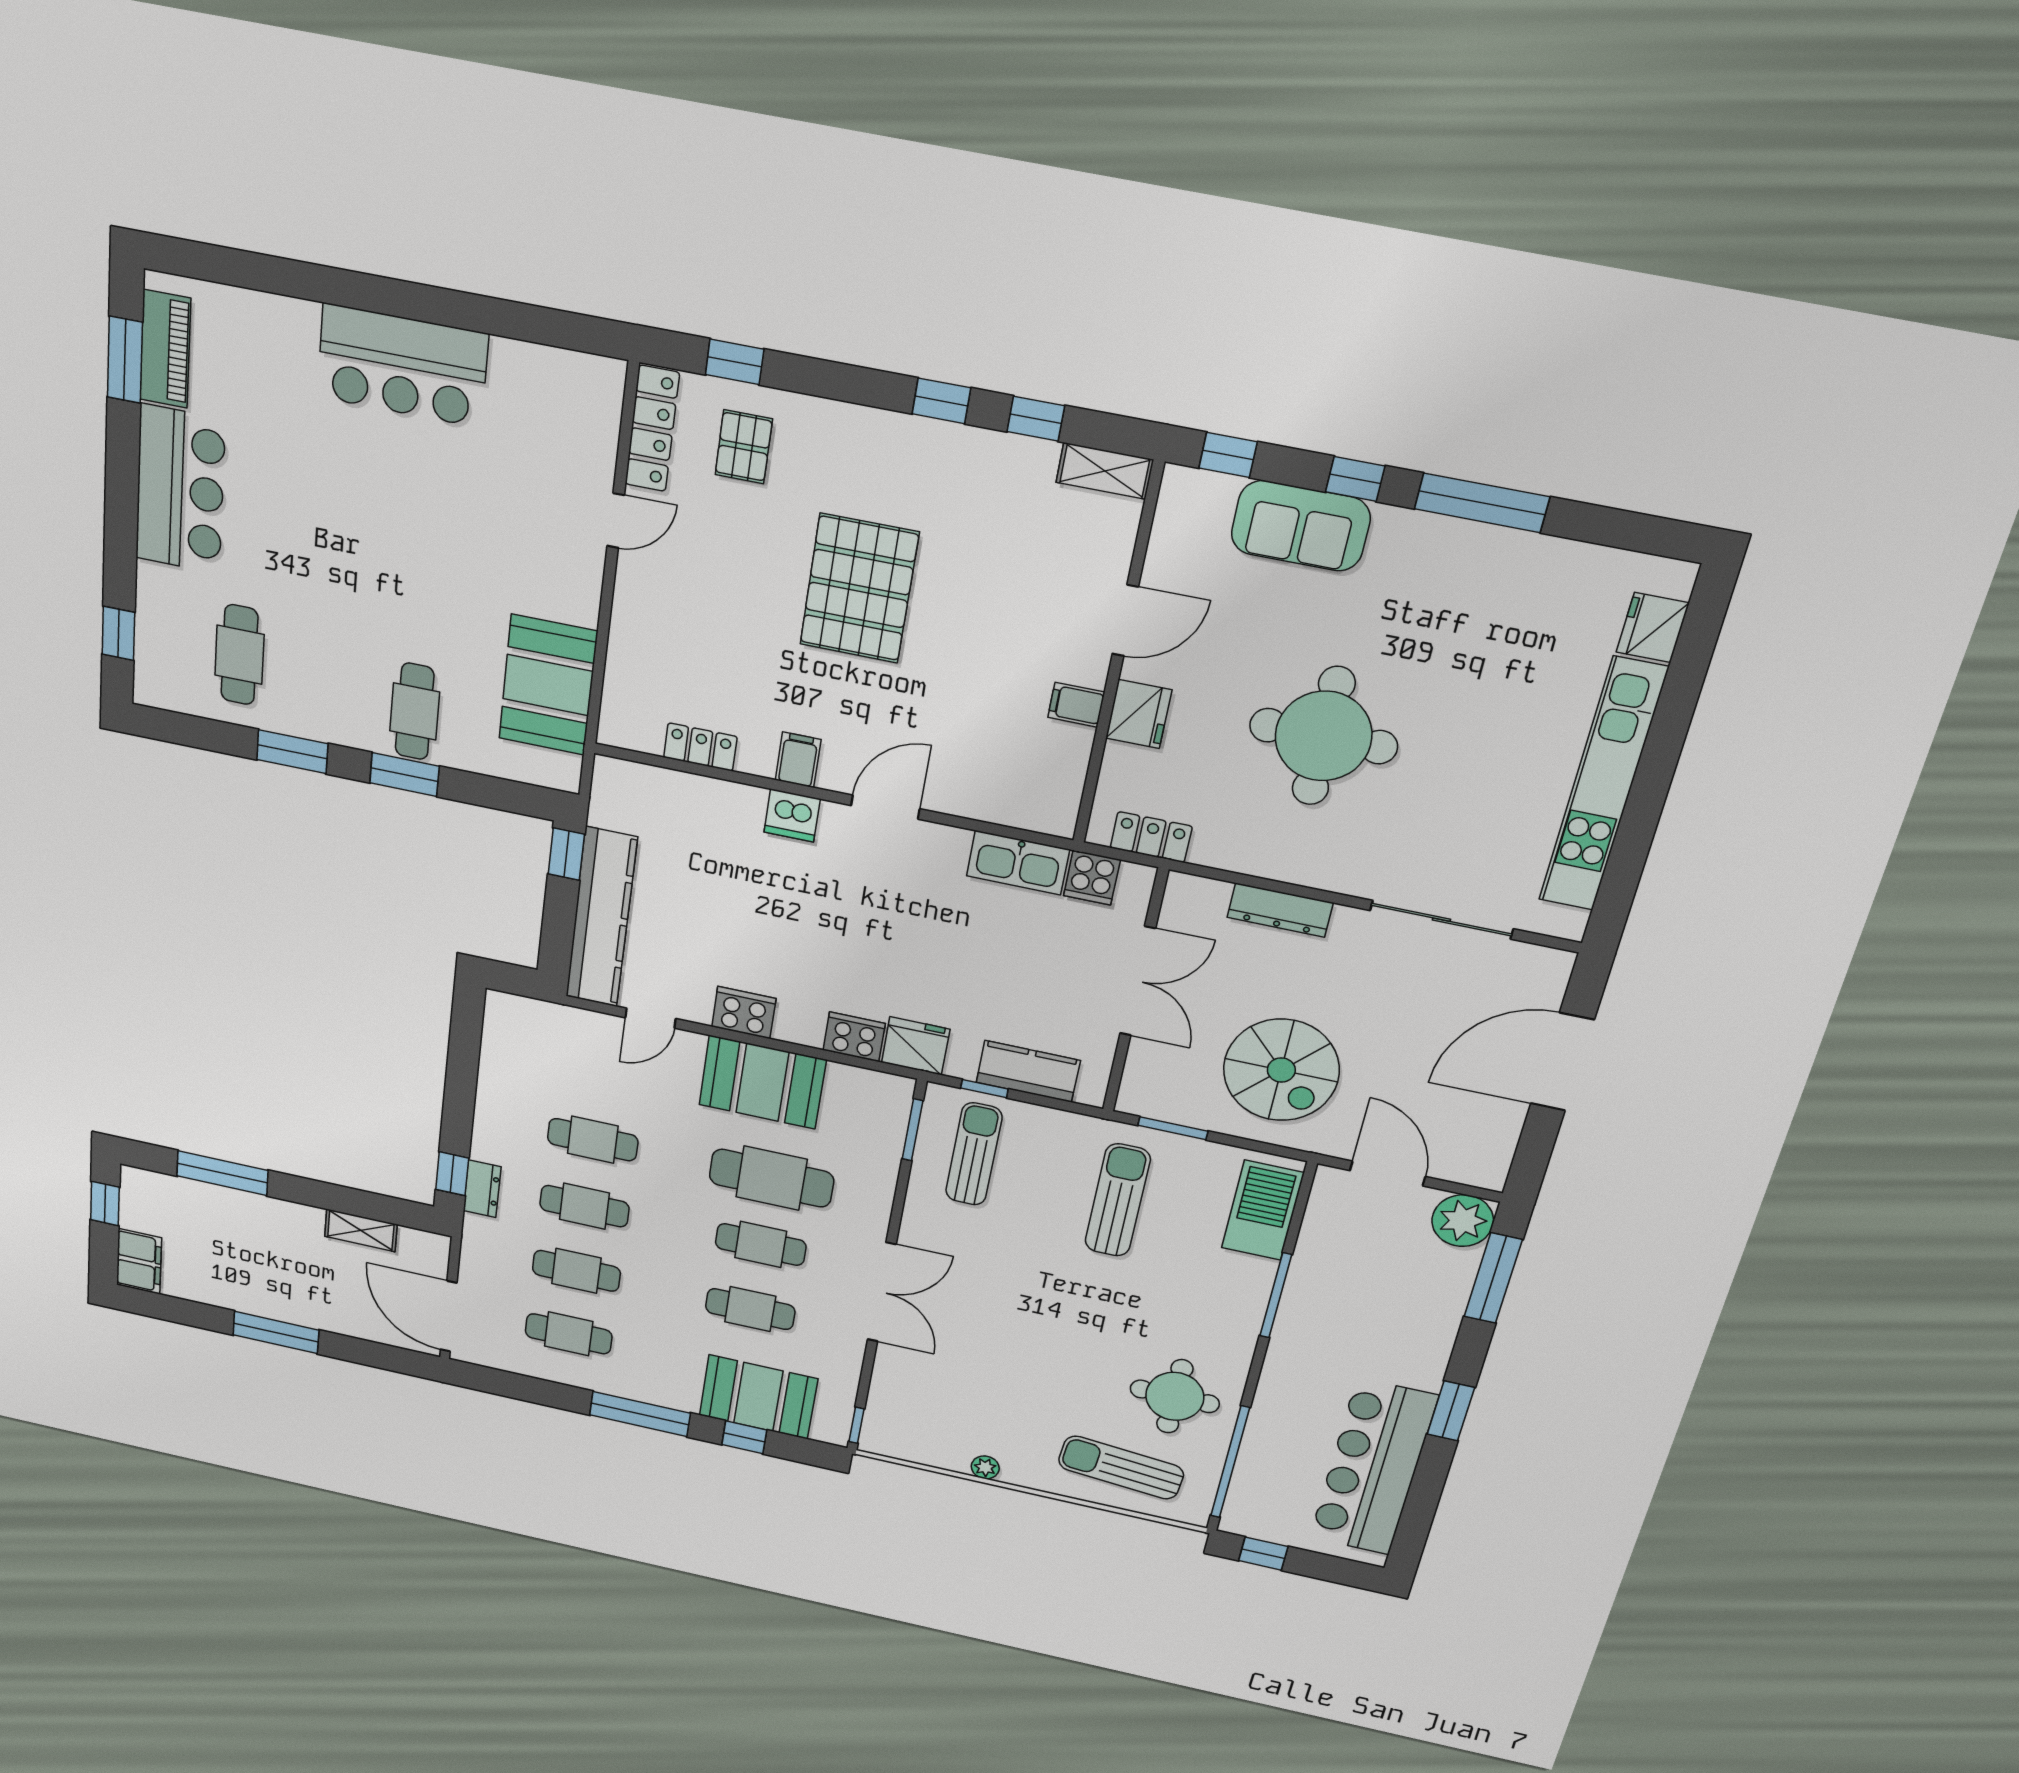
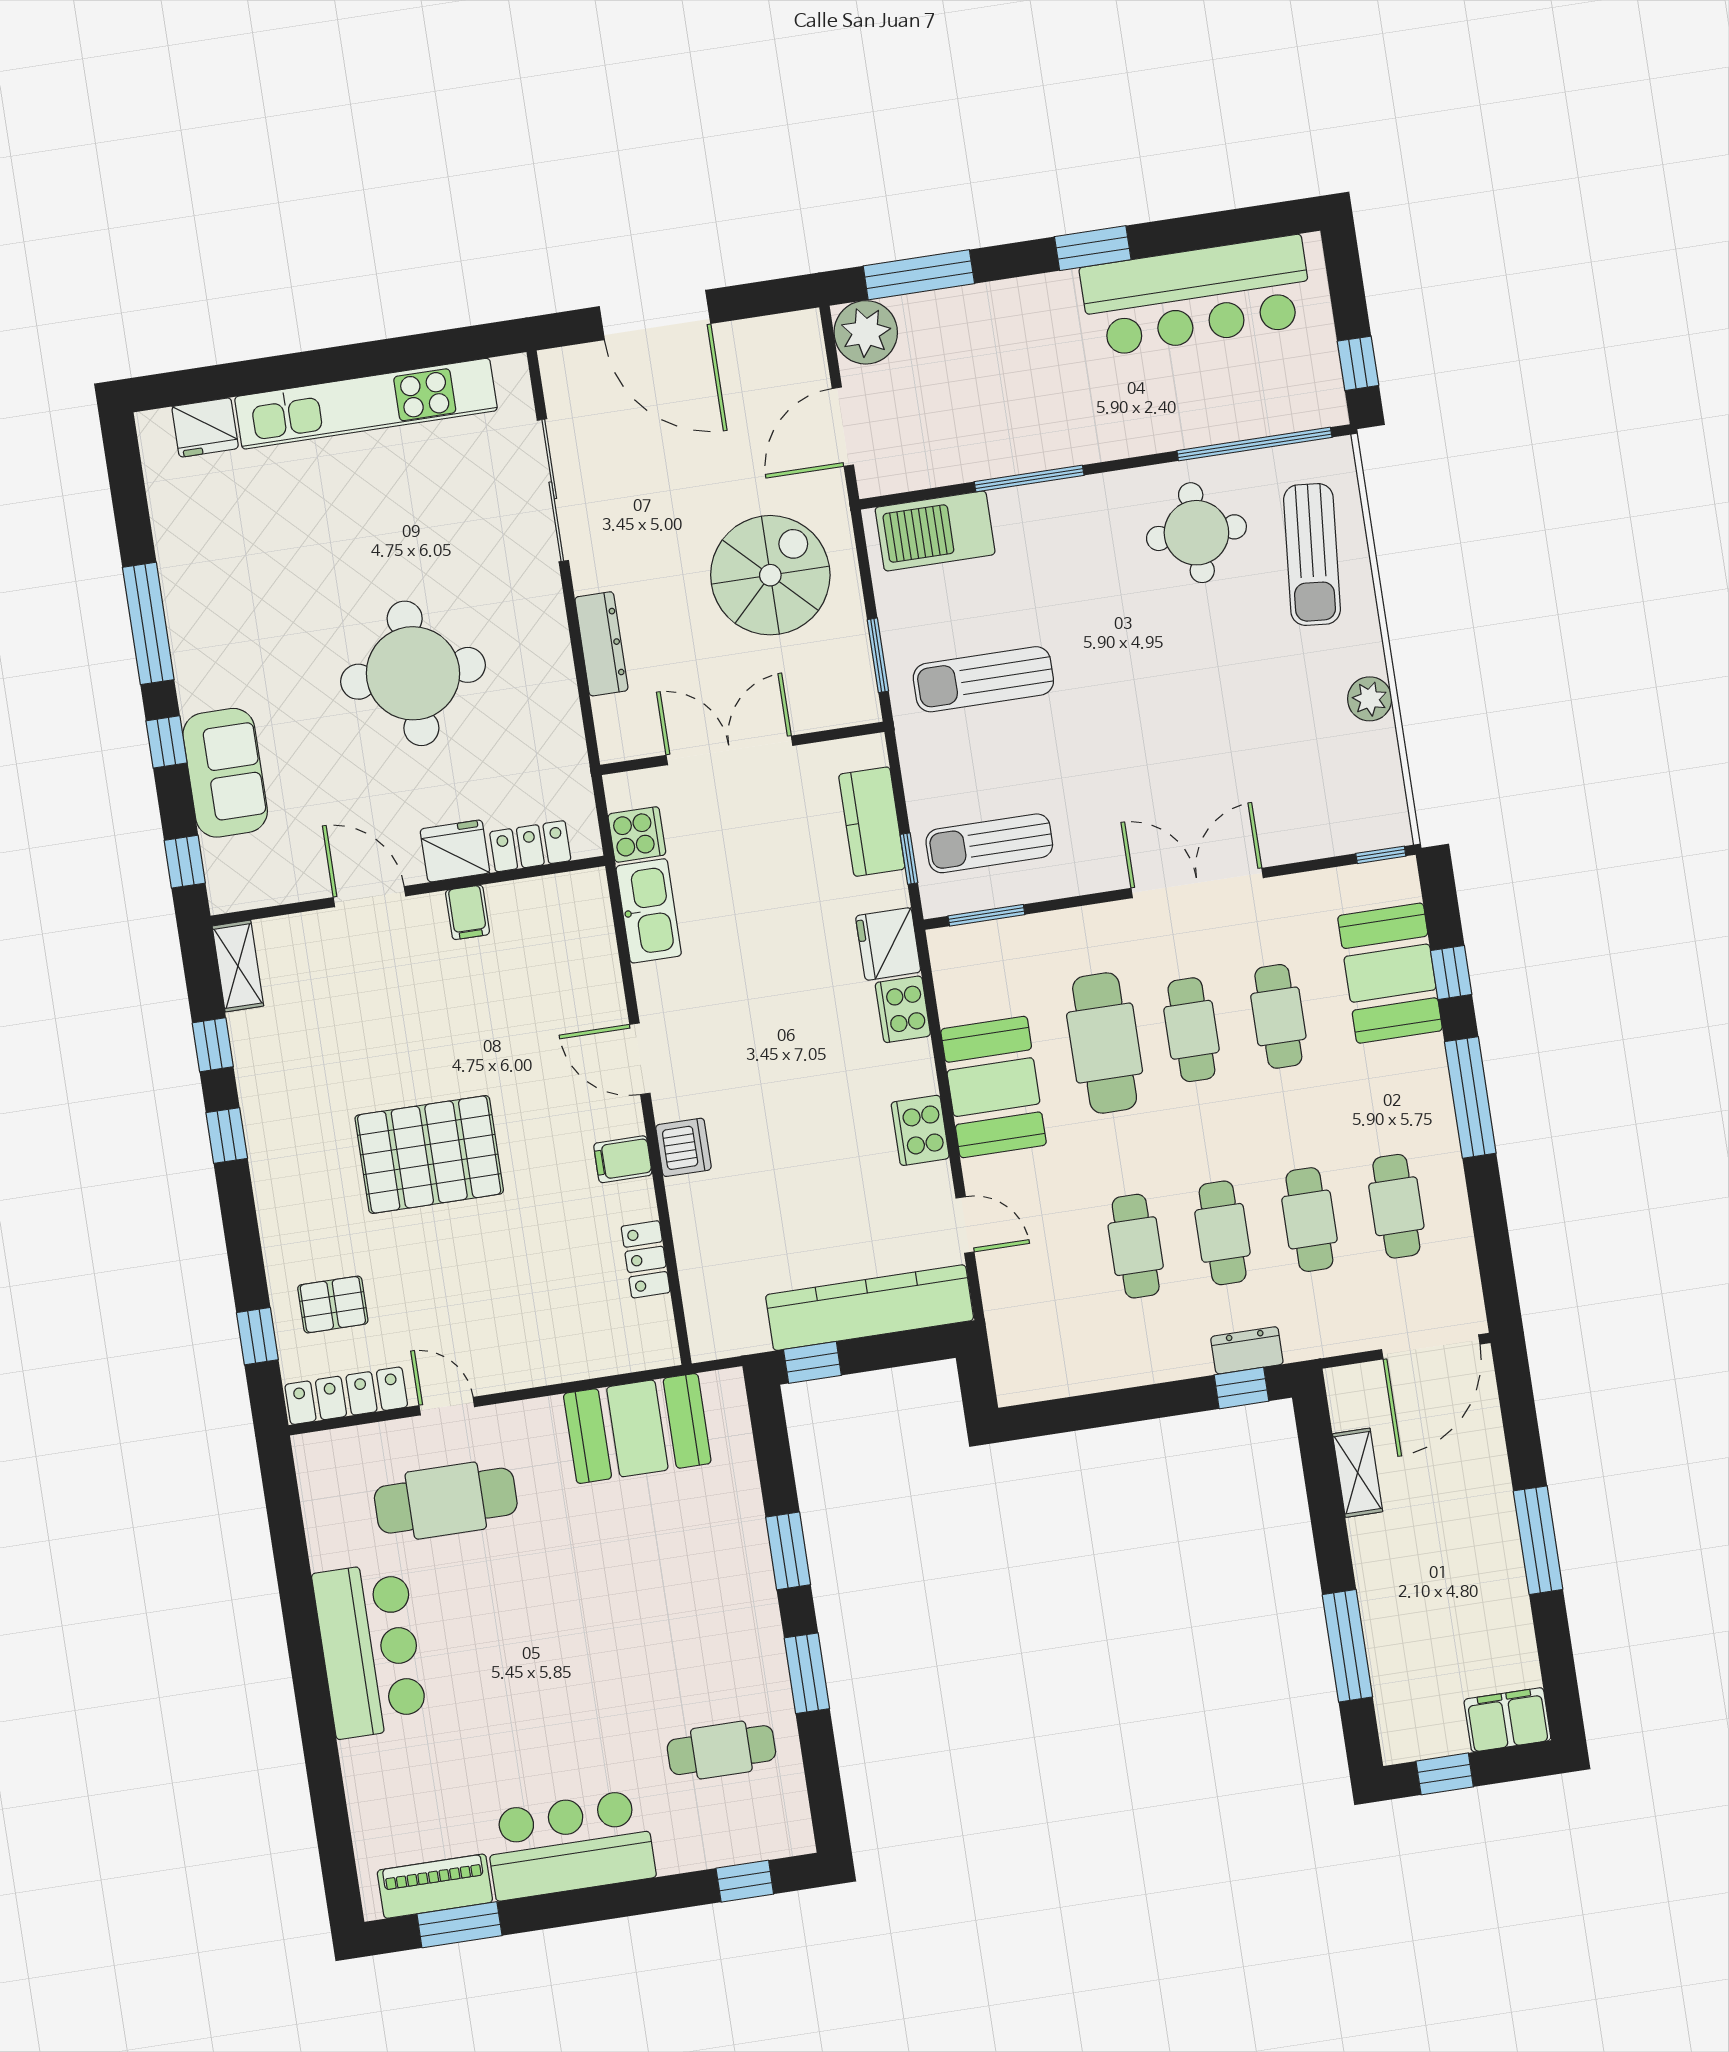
cafe table: (415, 711) -> (446, 1501), moved, width x1.37, depth x1.35
locker: (1151, 837) -> (530, 846), moved, turned 90
plant: (985, 1467) -> (1370, 699), width x1.38, depth x1.38

